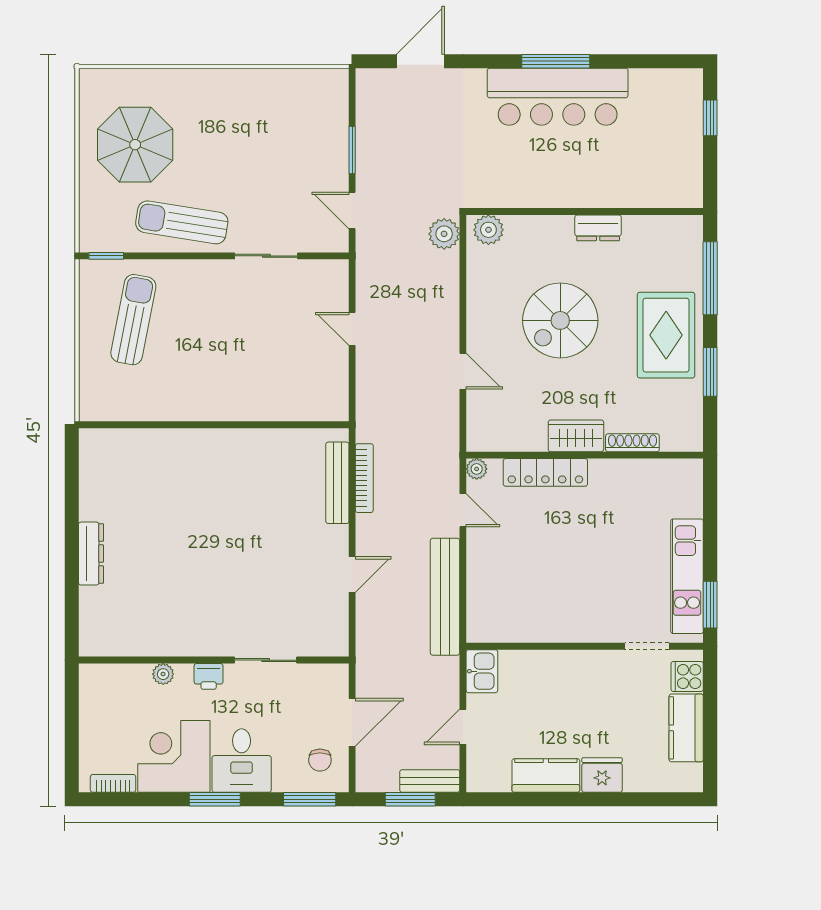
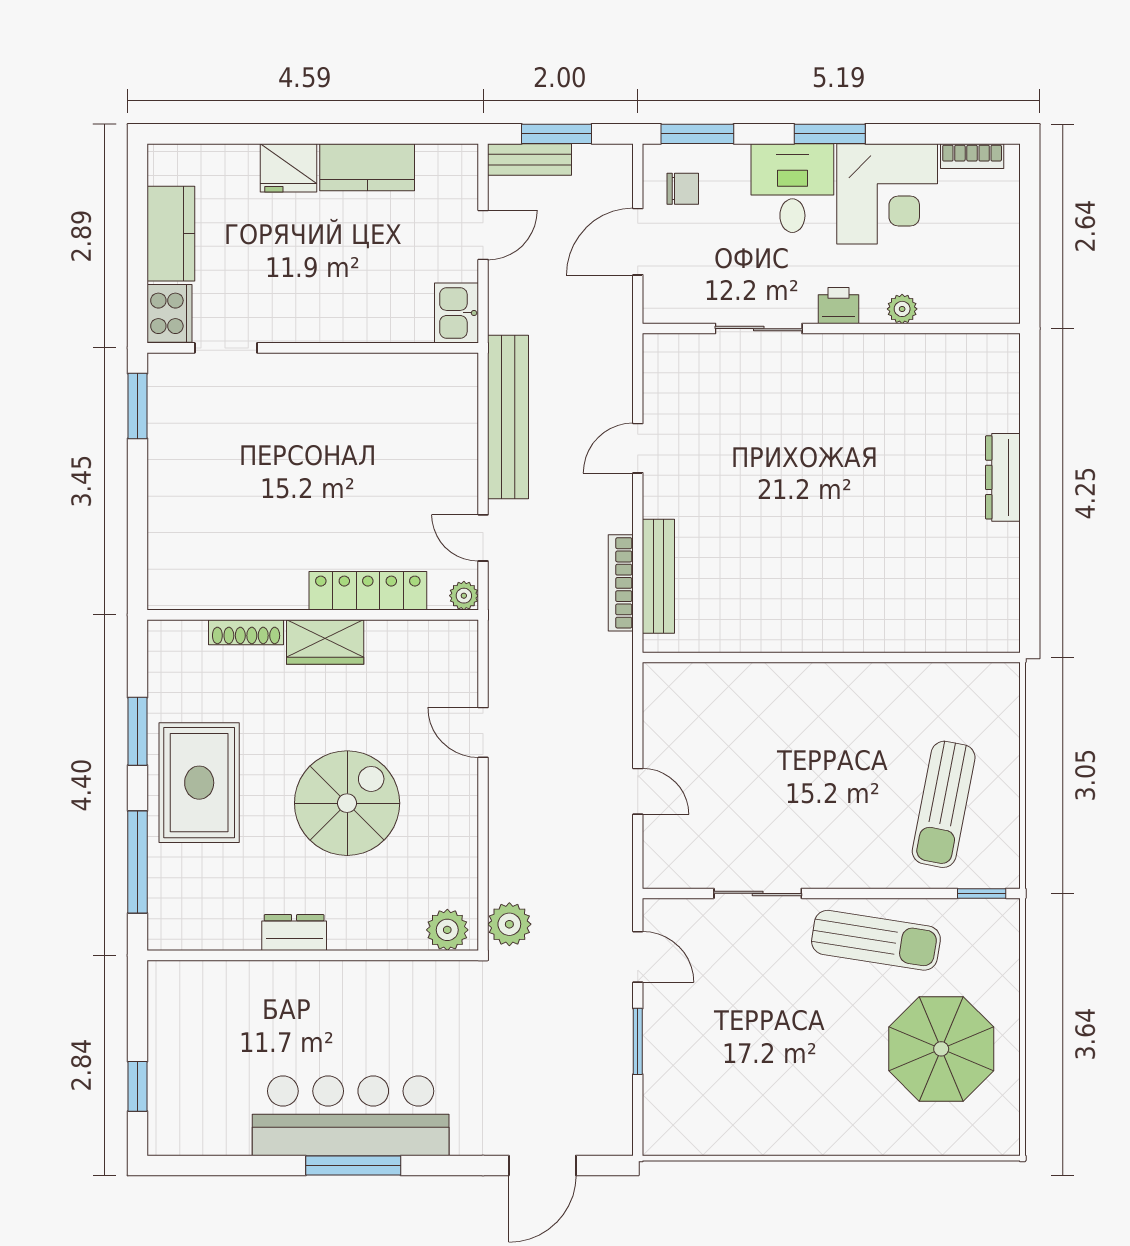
kitchen unit: (687, 576) -> (170, 446), removed
cooker: (687, 676) -> (170, 313), width x1.36
chair: (320, 760) -> (683, 189), turned 90

